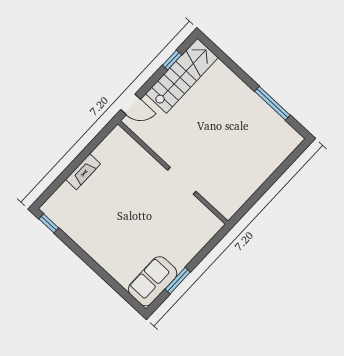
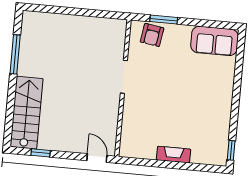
stairs: (182, 76) -> (26, 113), moved, turned 90
armchair: (199, 232) -> (152, 35), added
window: (178, 281) -> (164, 20), moved

